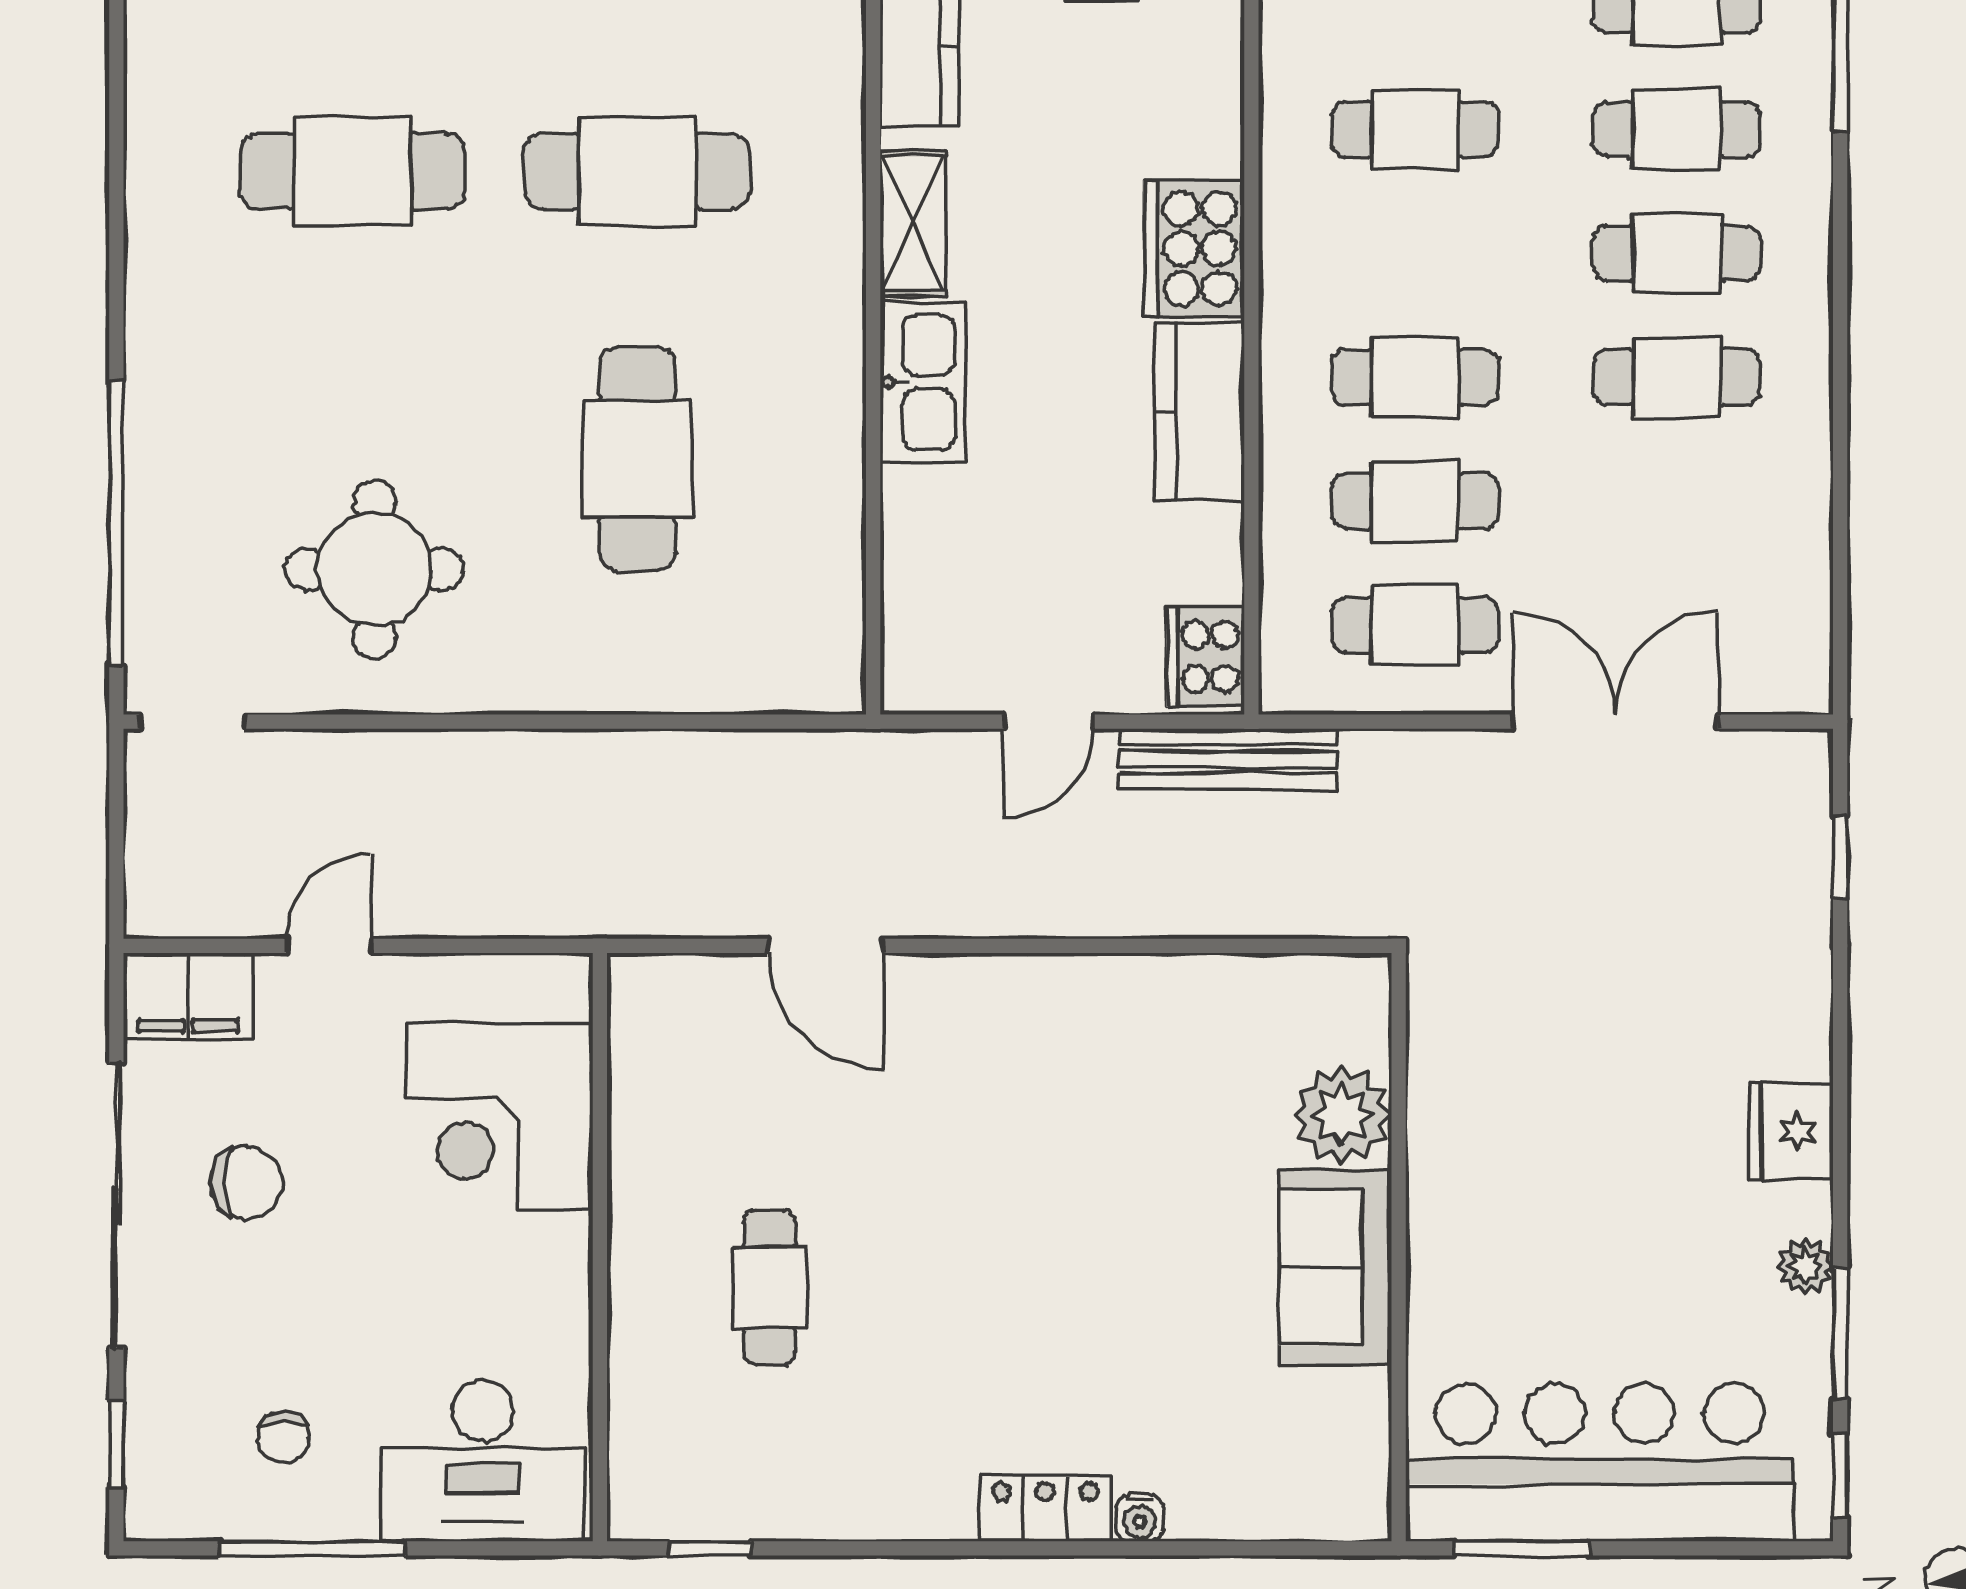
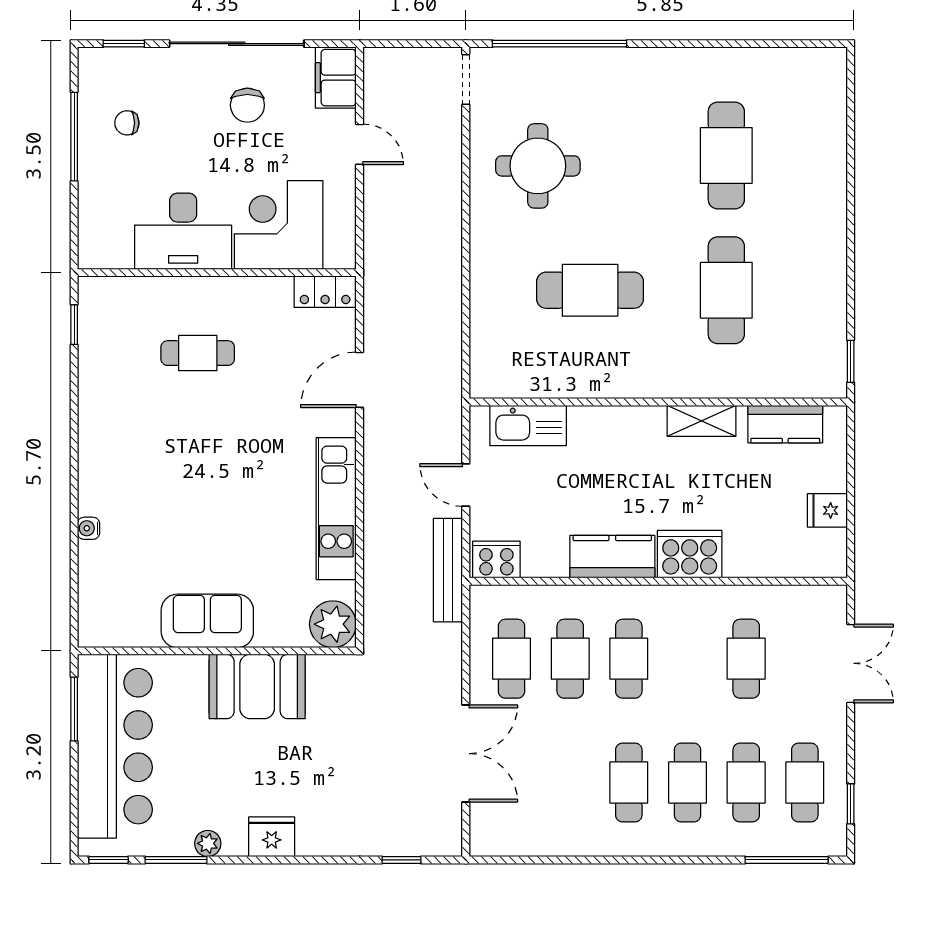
kitchen sink: (923, 382) -> (528, 426), moved
kitchen unit: (1098, 995) -> (336, 509), added
plant: (1342, 1115) -> (333, 624), moved
booth: (1474, 1162) -> (257, 686), added
desk: (483, 1461) -> (183, 231), moved, turned -90
locker: (1045, 1508) -> (325, 292), moved, turned 90

